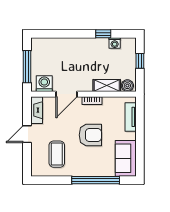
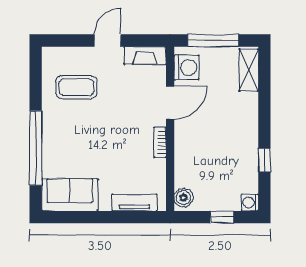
washing machine: (115, 43) -> (250, 203), moved
shelving: (107, 85) -> (249, 70), moved
door: (67, 94) -> (170, 103), swing flipped
door: (27, 134) -> (108, 41), hinge flipped
armchair: (90, 135) -> (106, 140), removed

